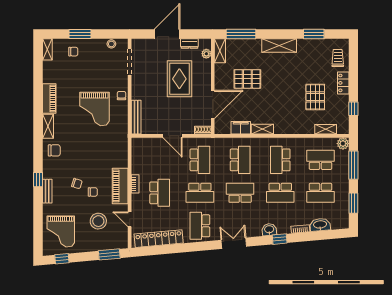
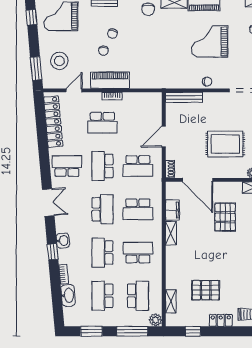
grand piano: (94, 109) -> (210, 41), moved
stool: (98, 221) -> (59, 61), moved

